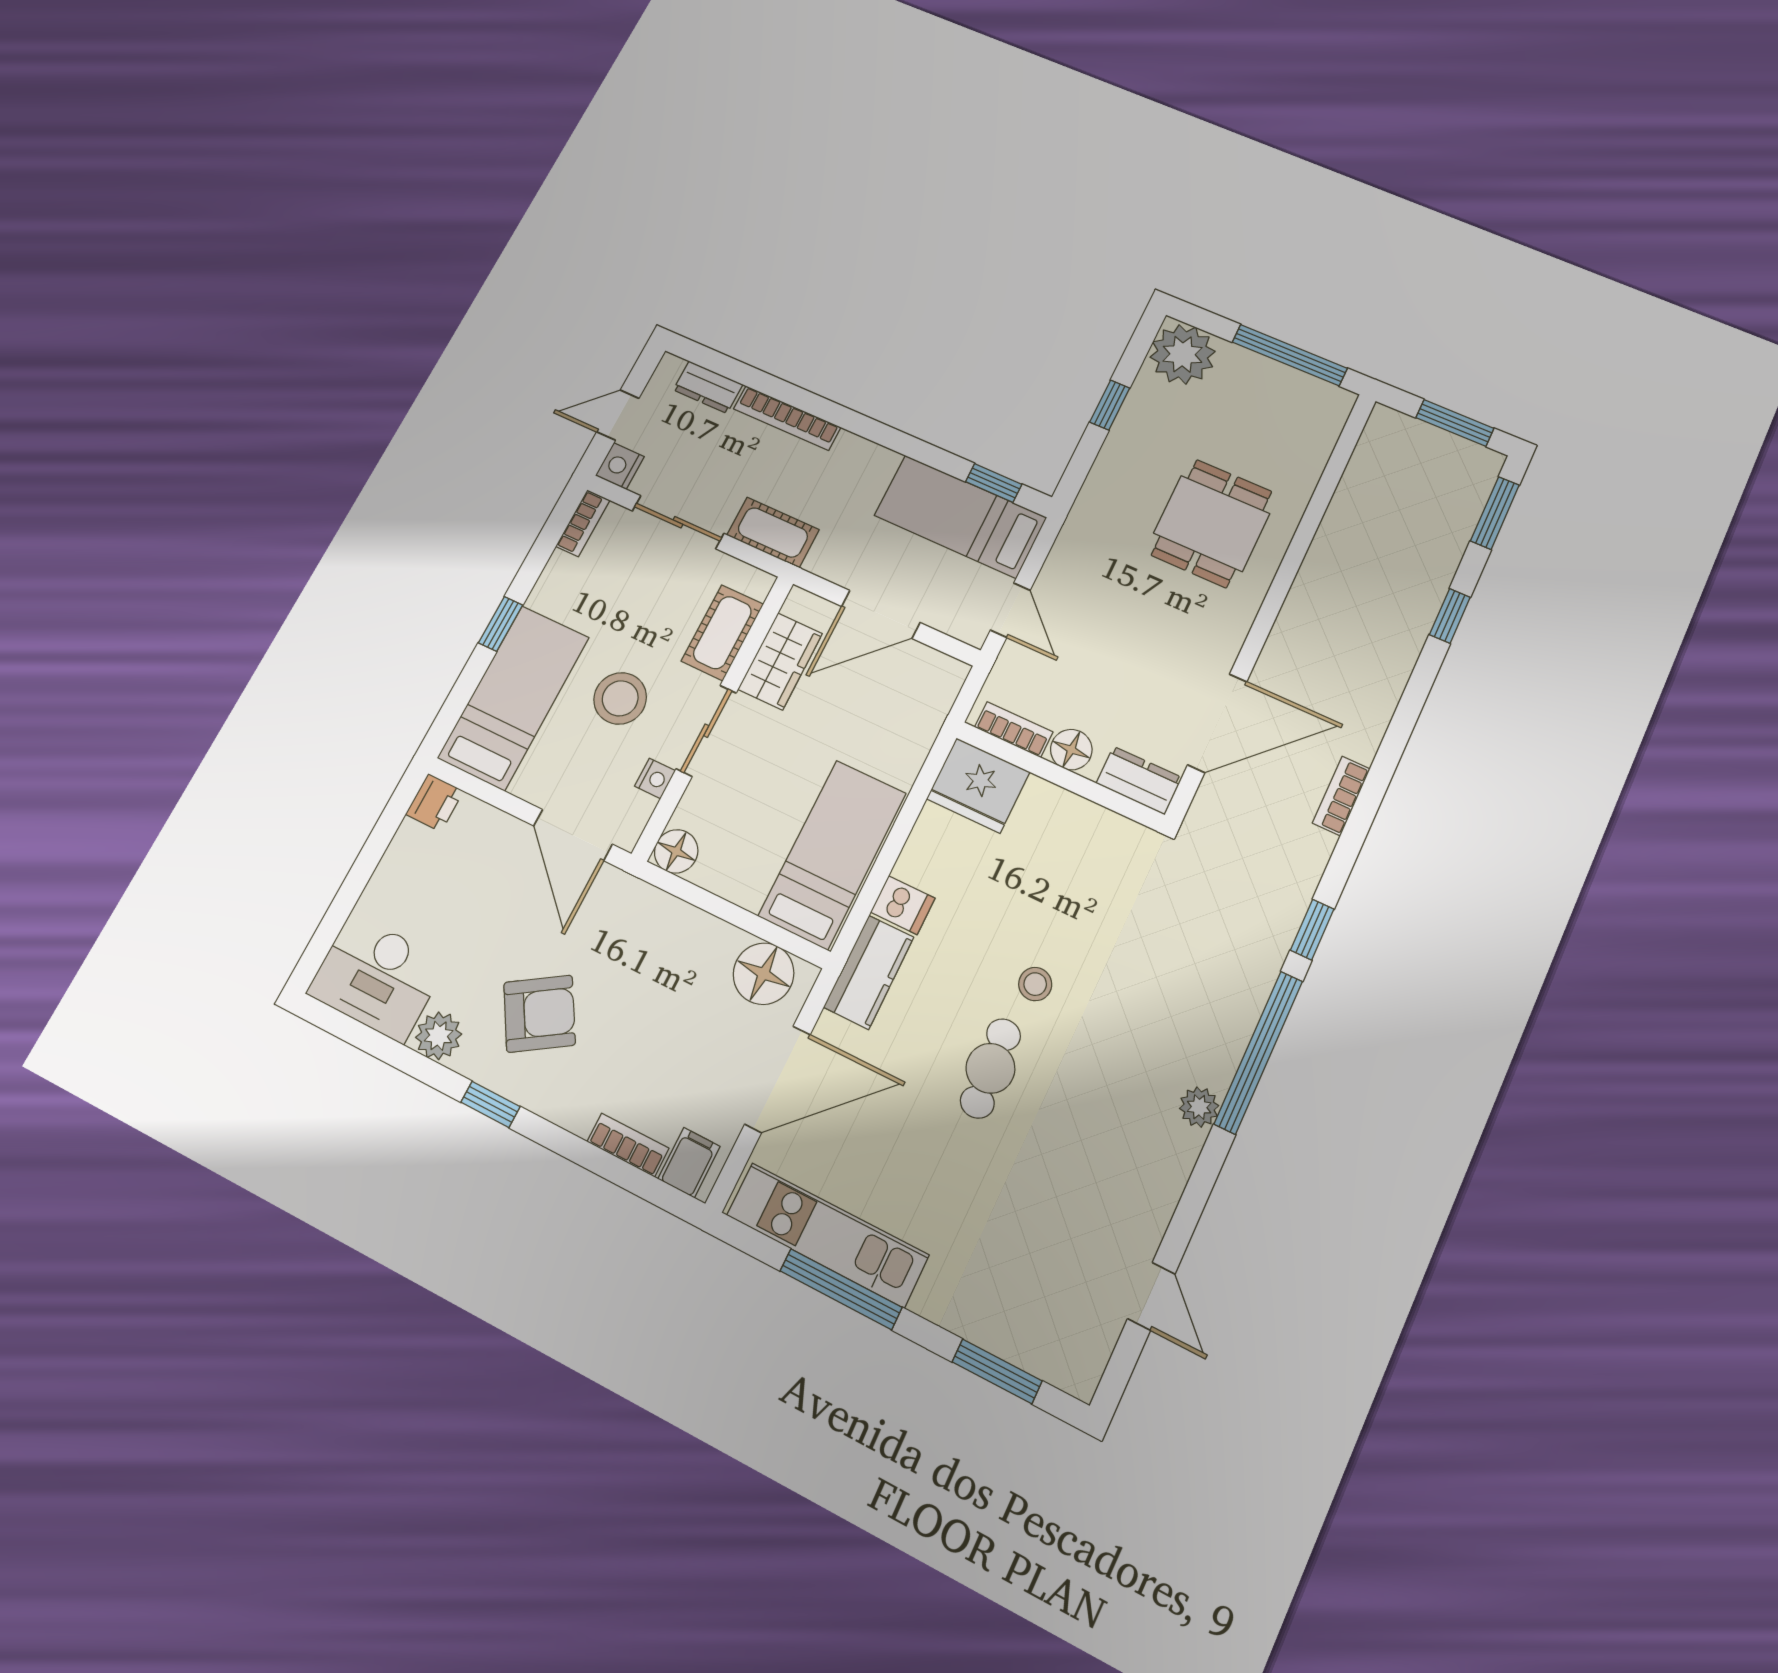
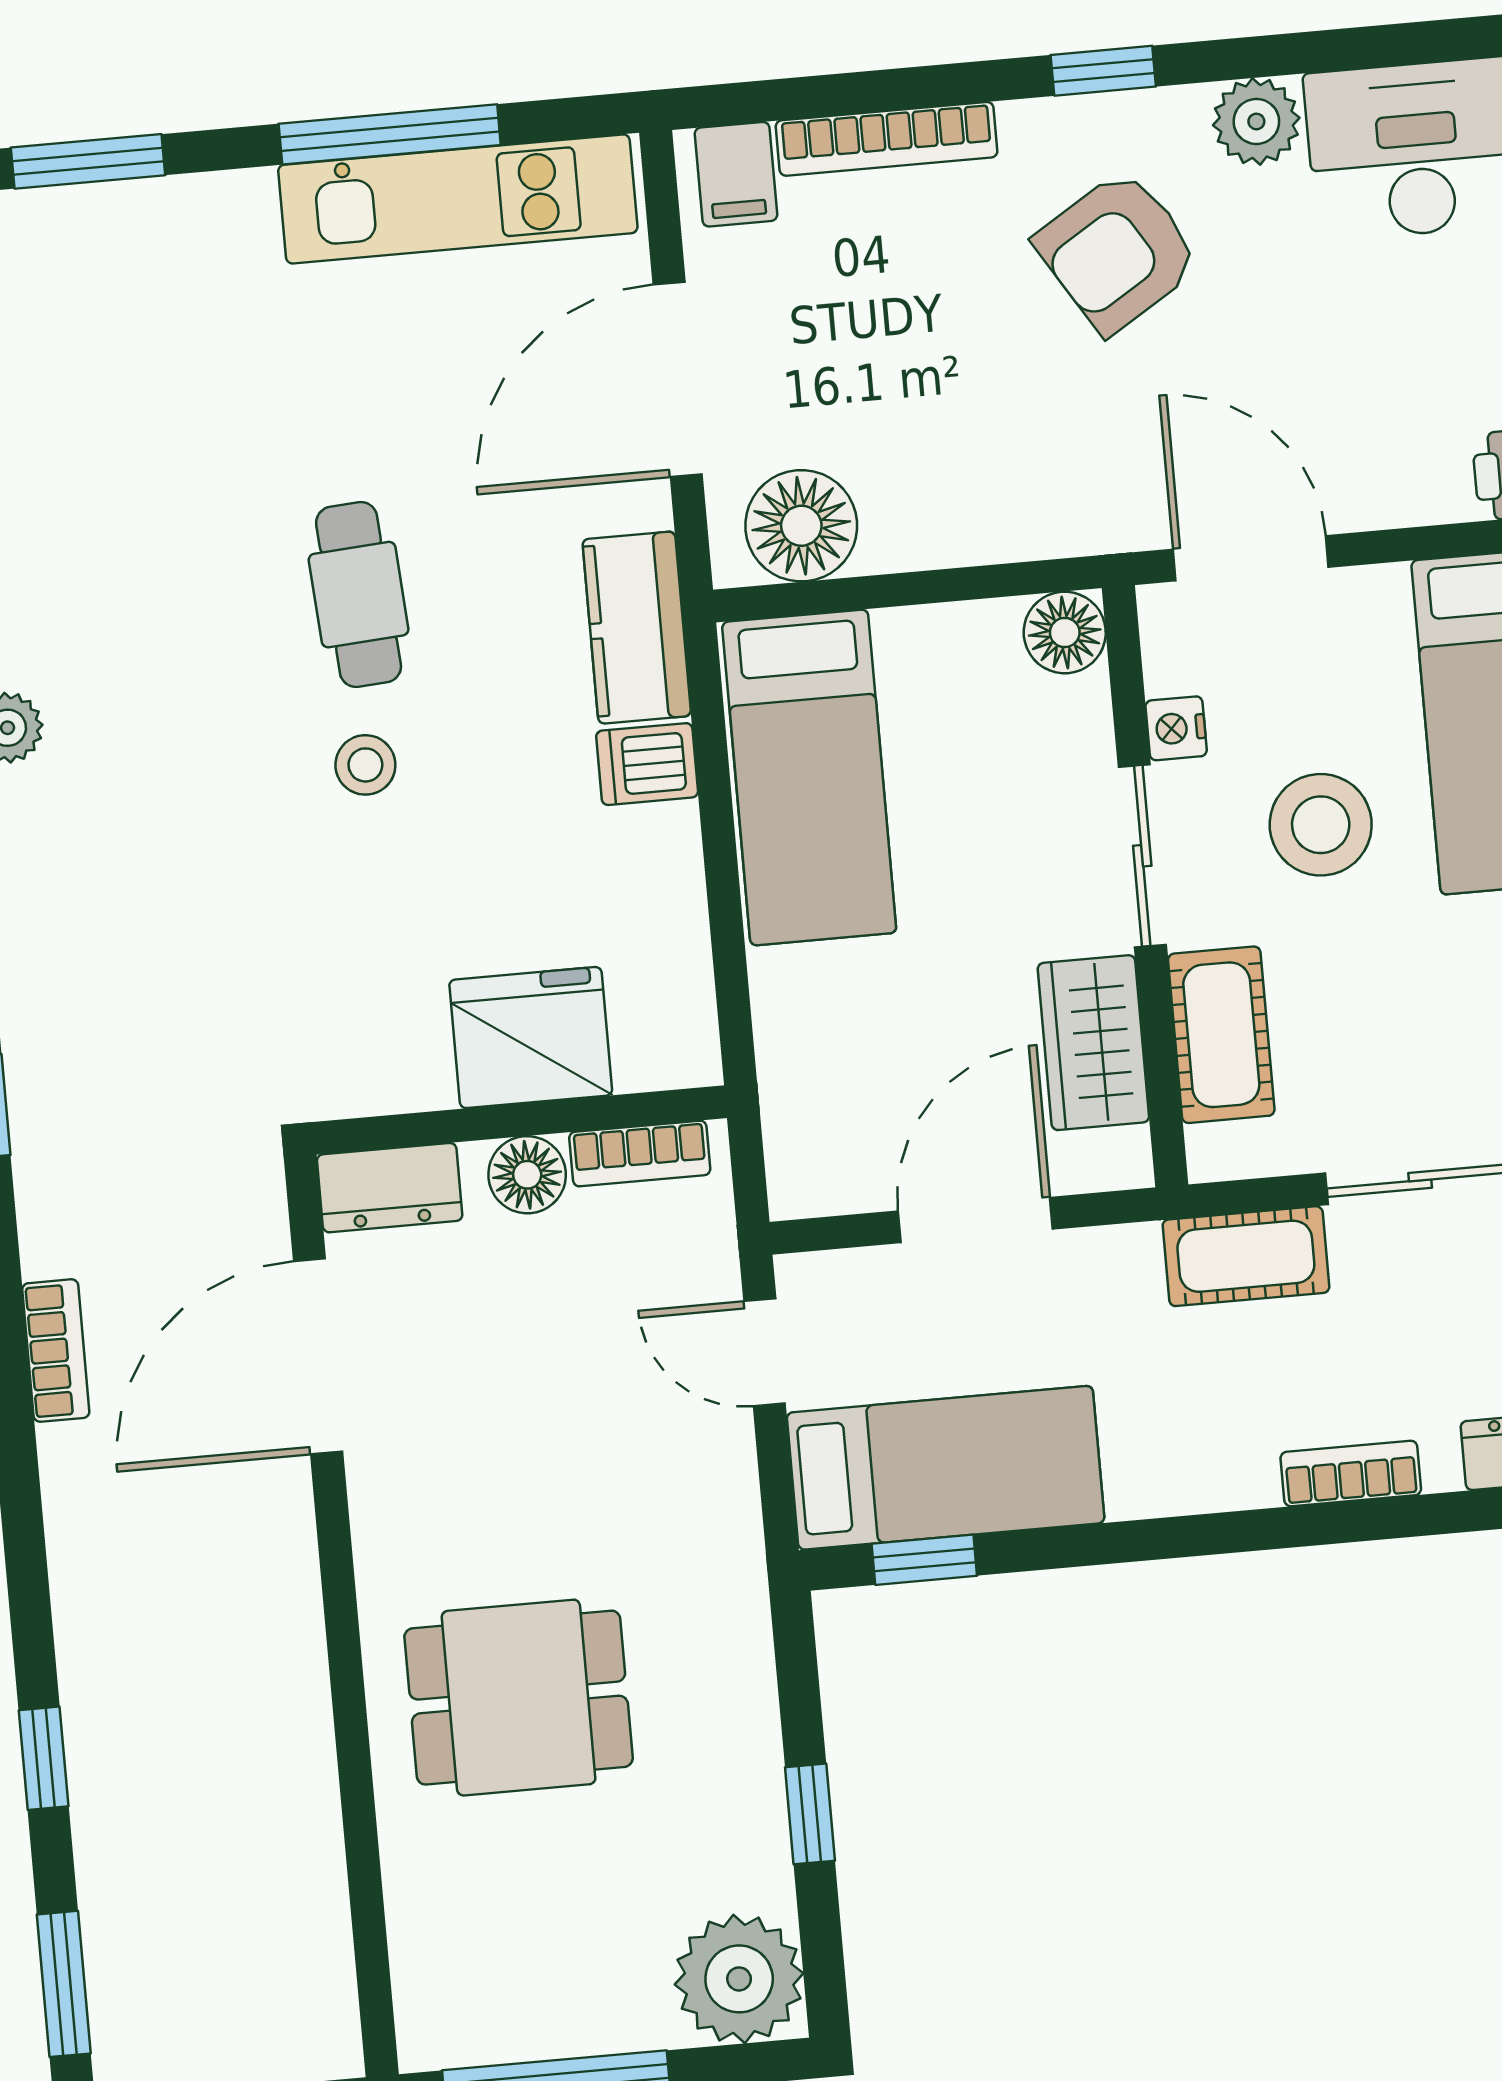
bookcase: (787, 418) -> (1351, 1473), width x0.64
dining table: (1212, 523) -> (519, 1698), turned 90
fridge: (978, 785) -> (531, 1038), moved
bookcase: (628, 1145) -> (887, 139), width x1.56

